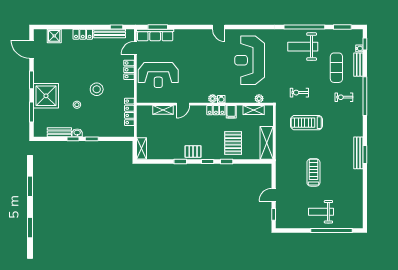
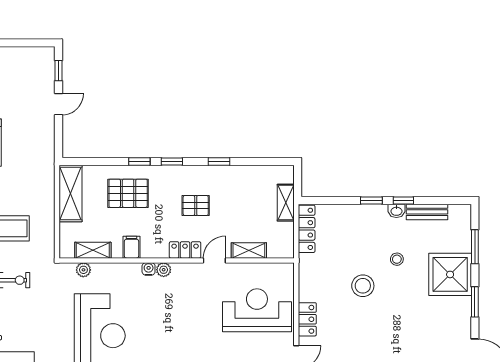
locker: (216, 110) -> (185, 250), moved
locker: (129, 112) -> (307, 229), moved
pallet: (233, 143) -> (128, 193), turned 90
shelving: (141, 148) -> (286, 203), moved
pallet: (193, 152) -> (196, 206), moved

